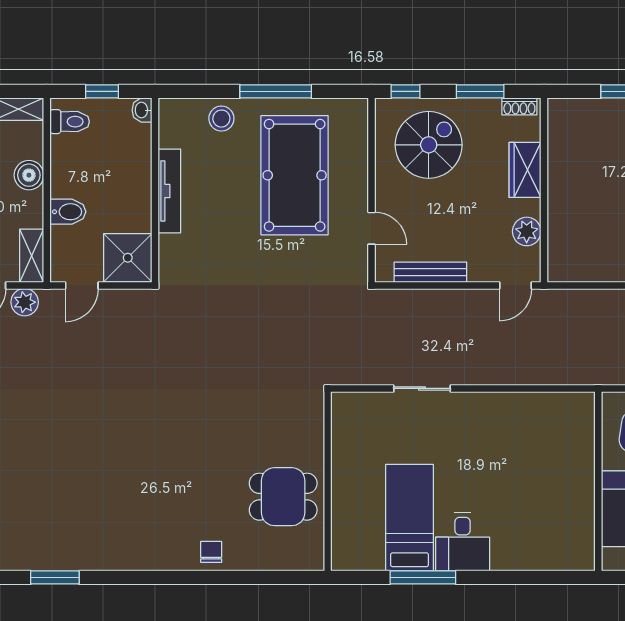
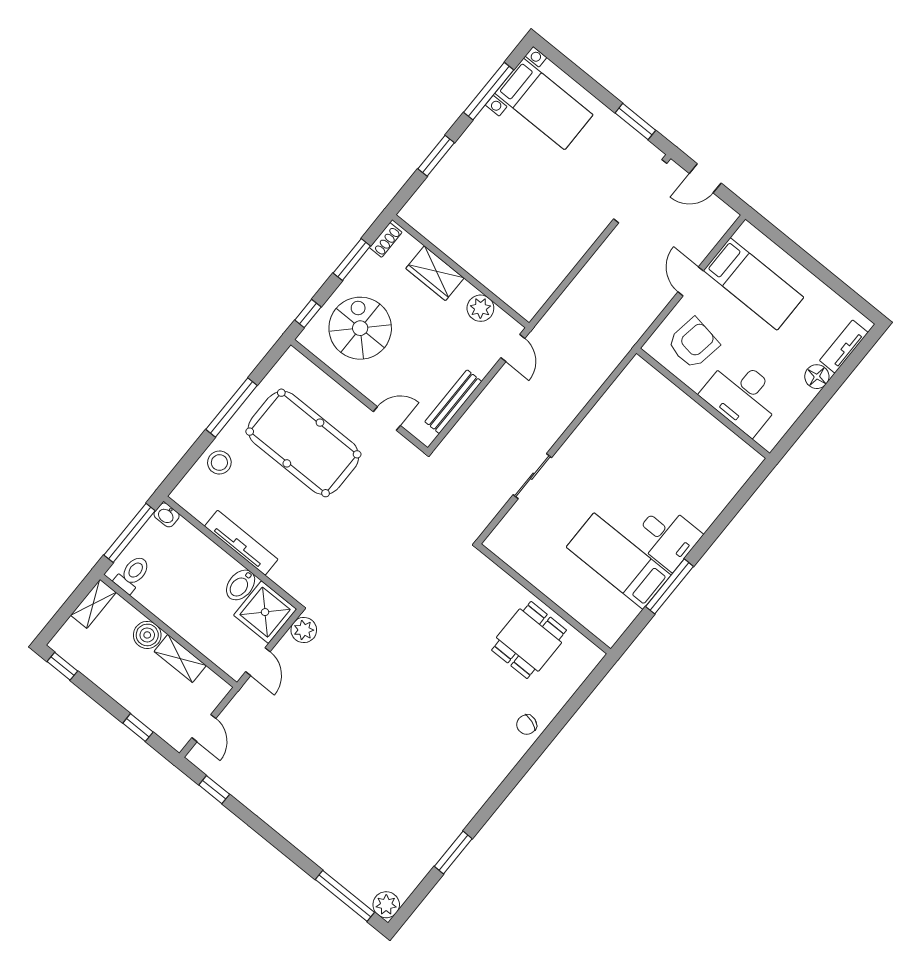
window: (102, 91) -> (130, 533), width x2.17
bidet: (68, 212) -> (241, 585), moved, turned 180
shelving: (32, 256) -> (180, 658), moved
plant: (25, 302) -> (304, 630), moved
chair: (211, 552) -> (527, 725), turned -71

